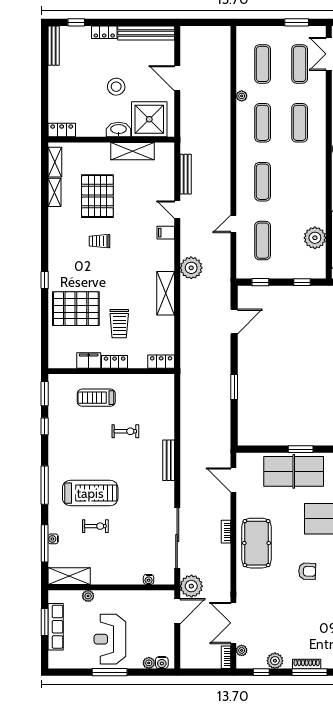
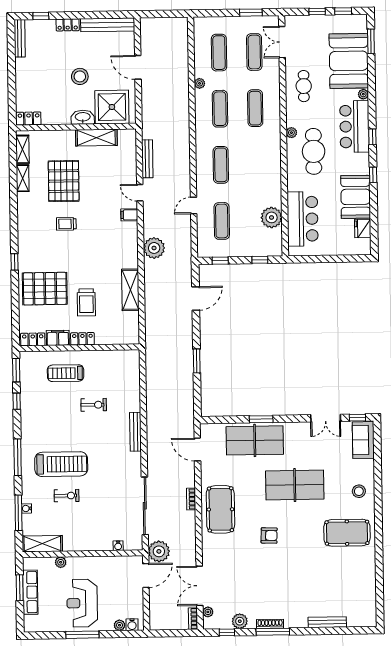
shelving: (166, 293) -> (130, 290), moved
locker: (161, 362) -> (33, 339), moved

